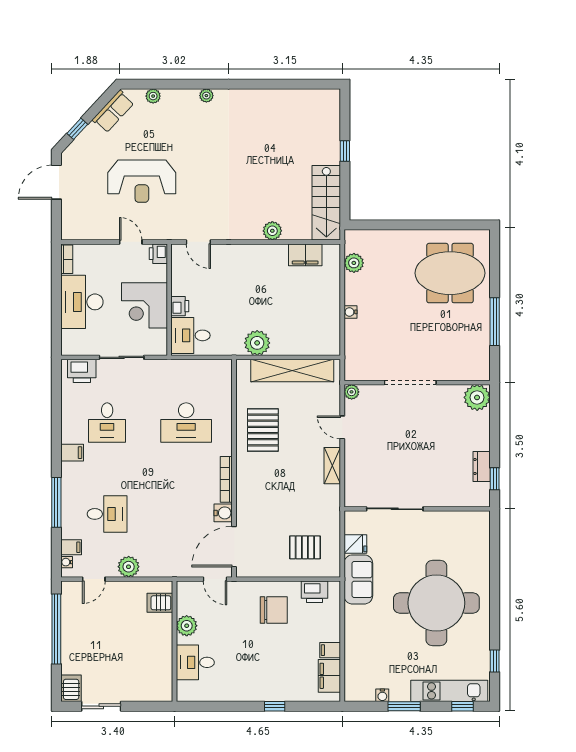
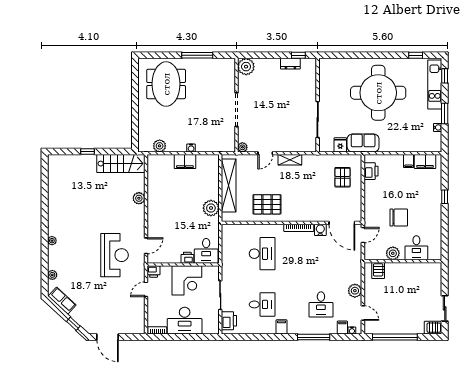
reception desk: (142, 181) -> (114, 255), moved
filing cabinet: (305, 255) -> (185, 162), moved, turned 90
desk: (107, 514) -> (321, 304), turned 180
chair: (274, 610) -> (399, 218), moved, turned 90

